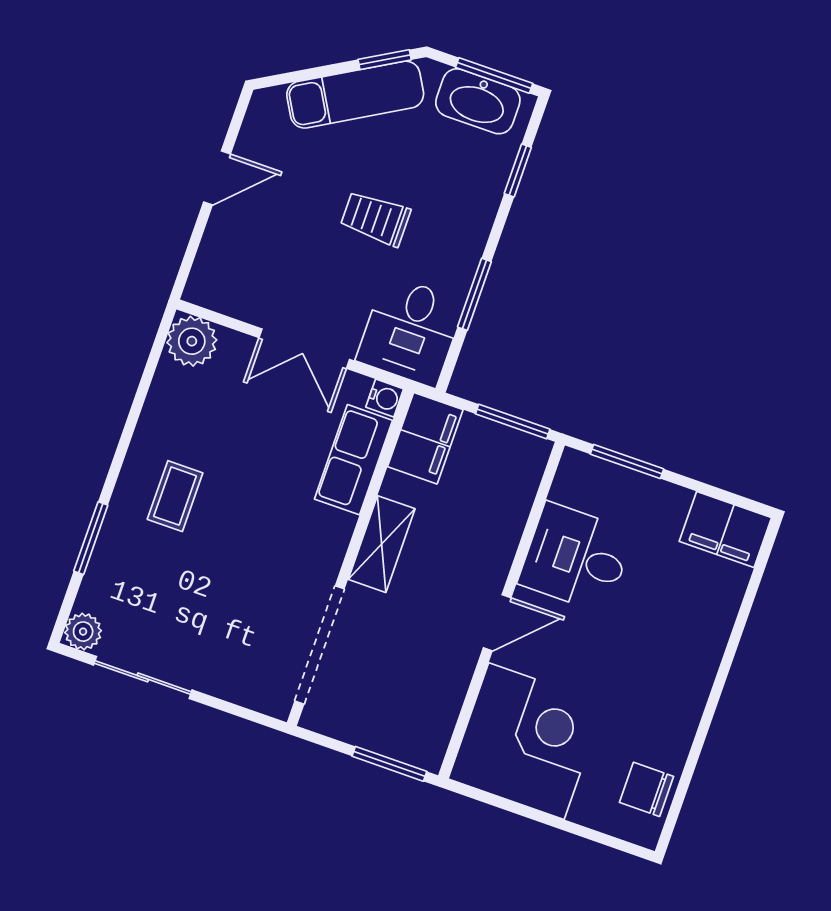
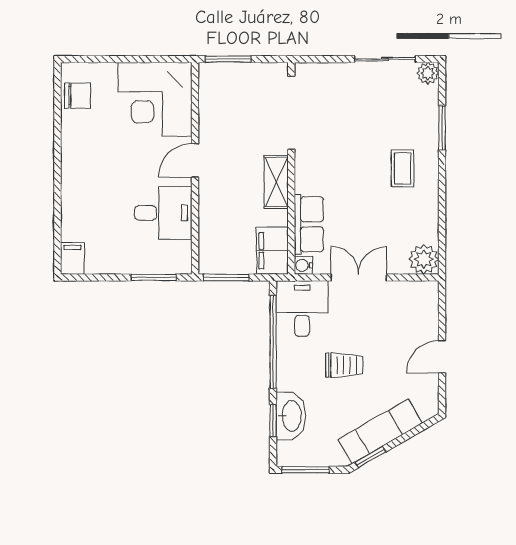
washbasin: (478, 101) -> (291, 416), moved, turned 90
window: (474, 294) -> (273, 342), width x2.11
filing cabinet: (725, 530) -> (72, 258), width x0.50

